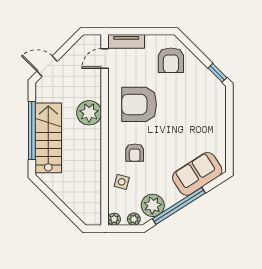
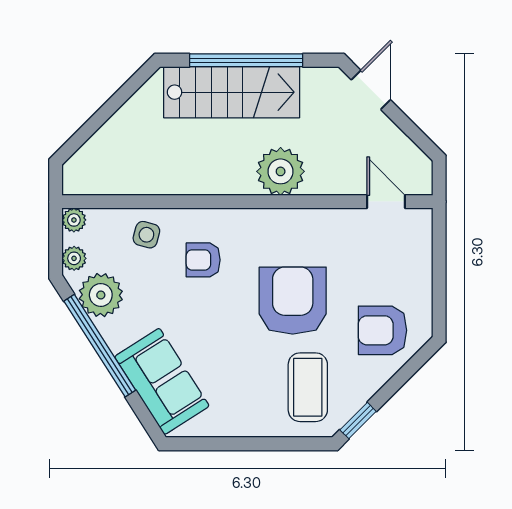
tv unit: (126, 41) -> (419, 243), removed
coffee table: (200, 99) -> (308, 387), added
armchair: (139, 104) -> (293, 301), moved

